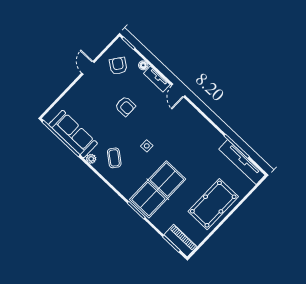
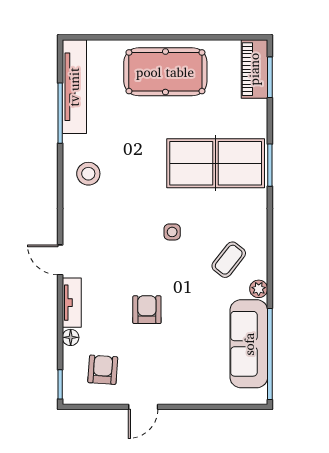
armchair: (118, 66) -> (103, 370), turned 148
door: (178, 91) -> (60, 260), swing flipped
stool: (202, 135) -> (88, 174), added

